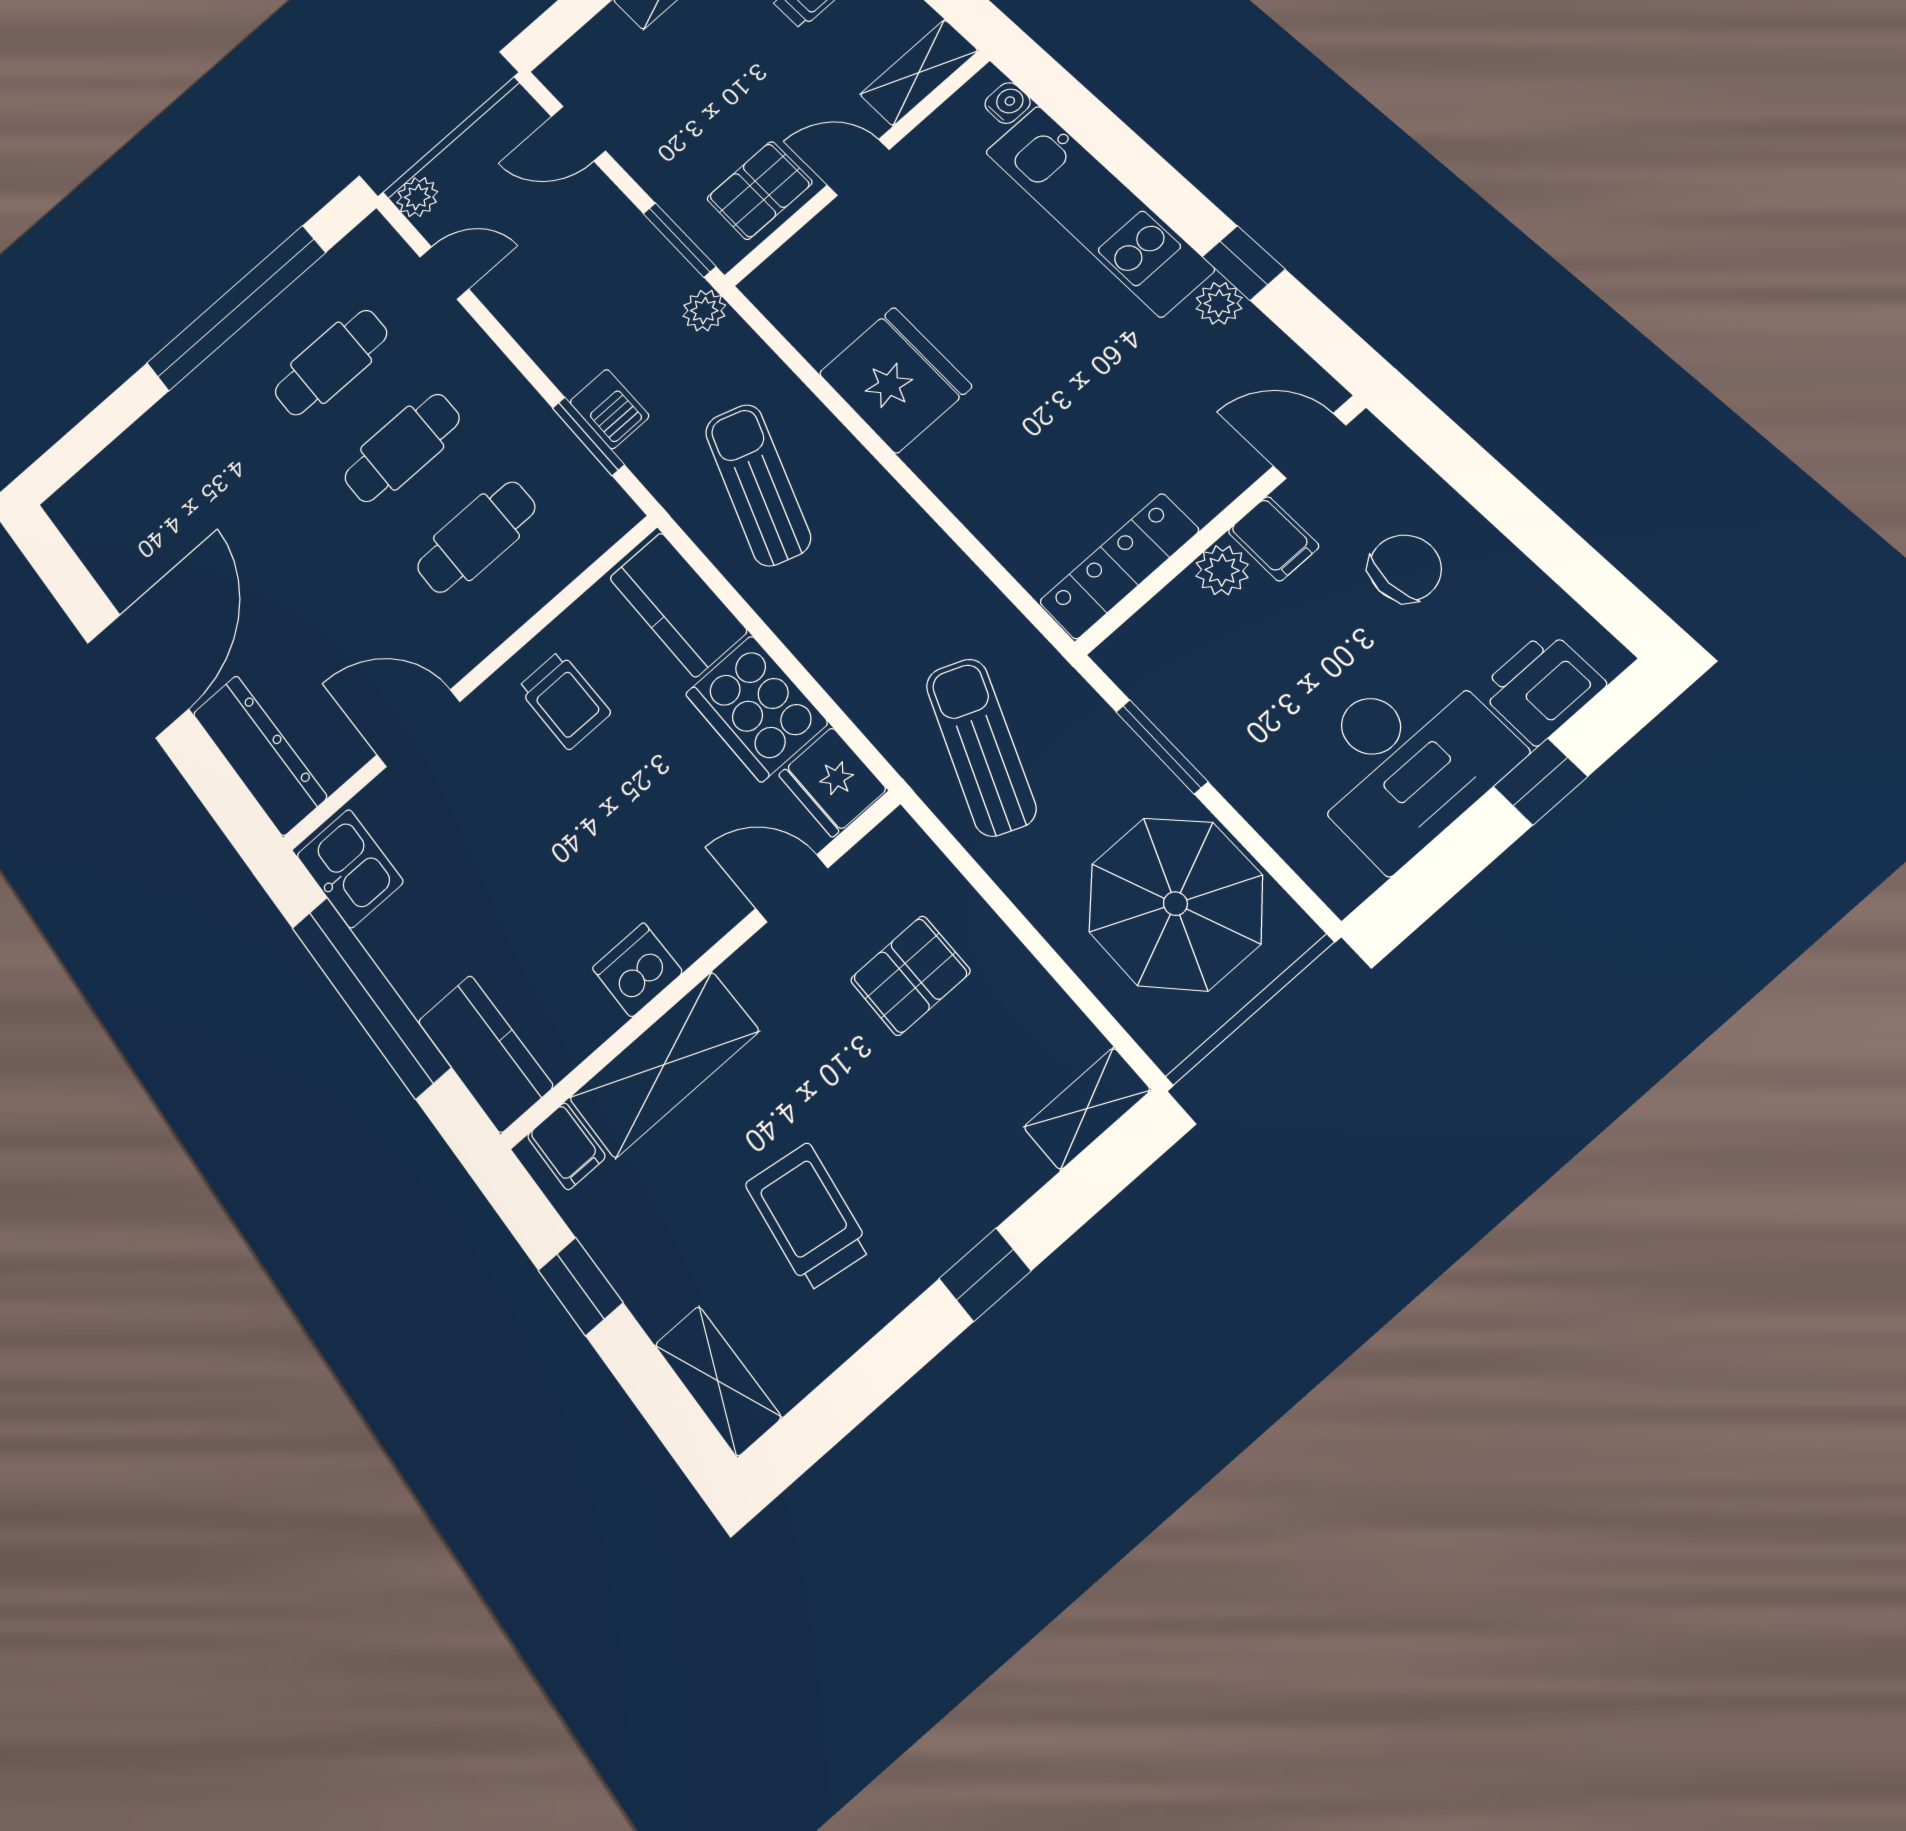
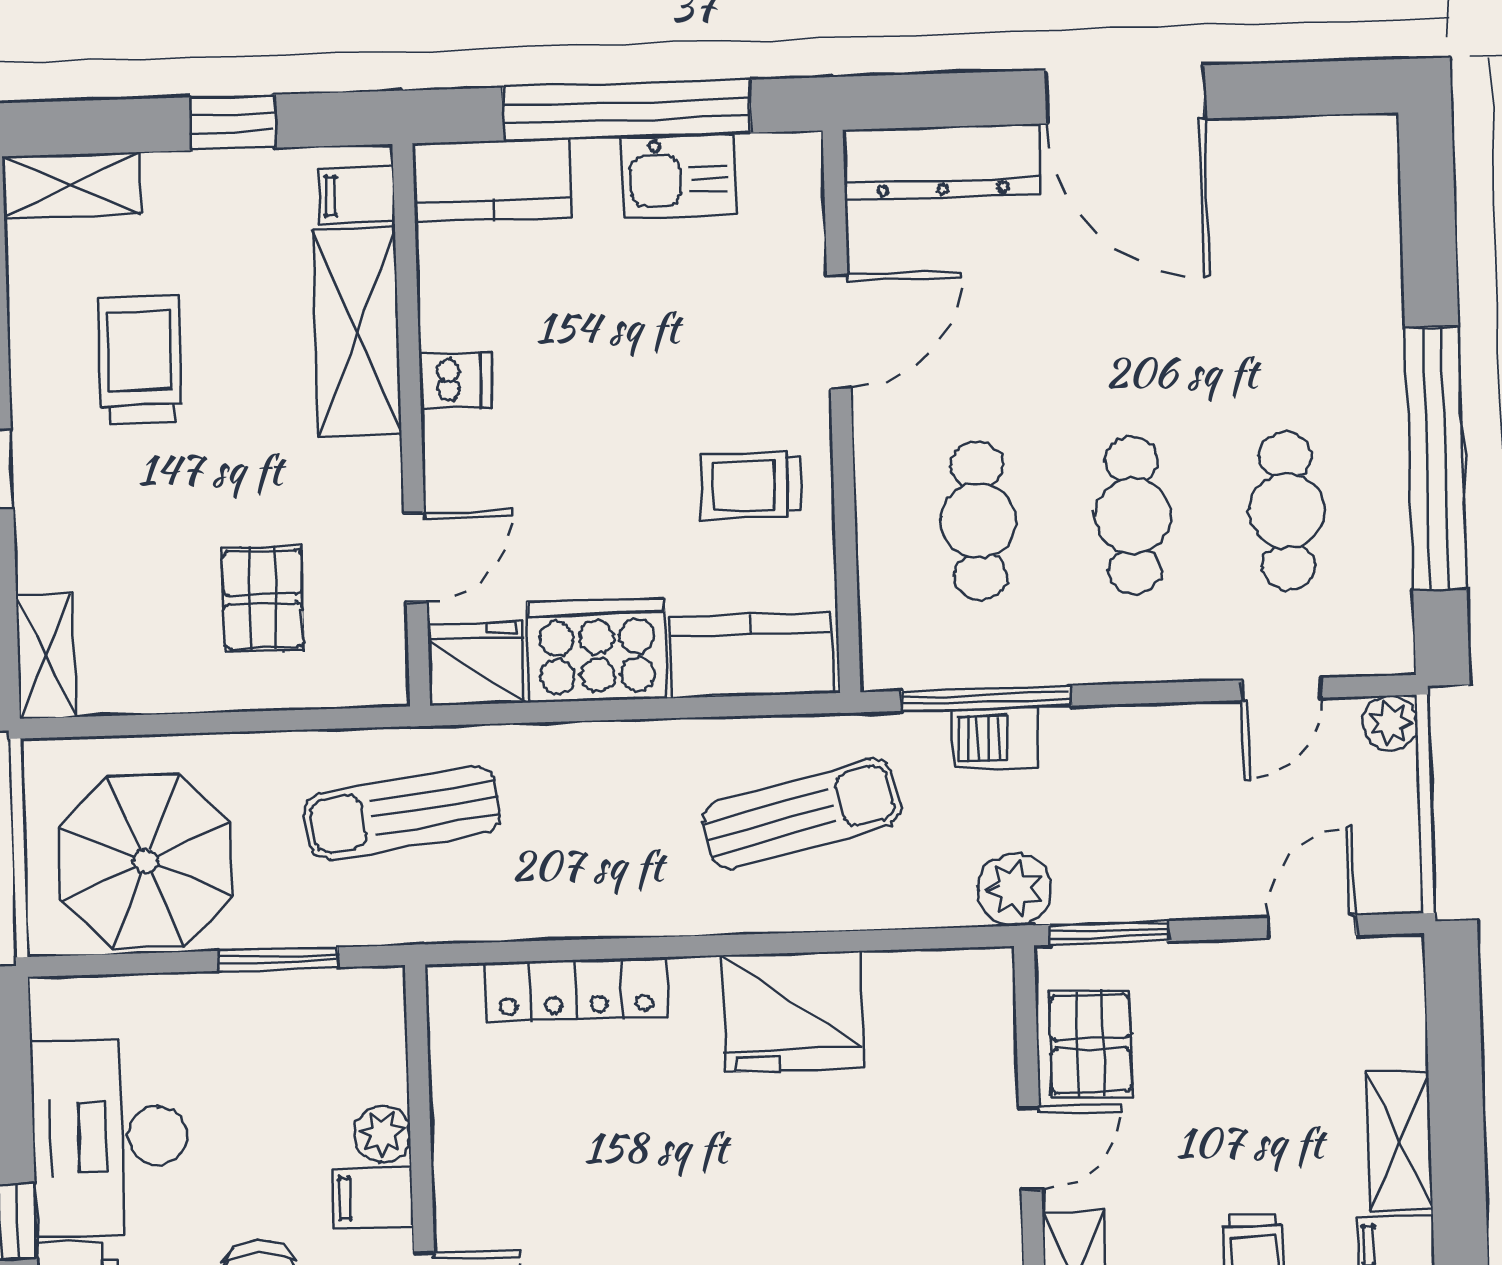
plant: (704, 311) -> (1015, 889), width x1.38, depth x1.38
window: (588, 436) -> (986, 698), width x1.44
sun lounger: (758, 485) -> (802, 814), turned -33
locker: (1119, 566) -> (576, 990), moved, turned 90
sun lounger: (981, 747) -> (402, 813), turned 150
kitchen sink: (350, 868) -> (678, 176), moved
dishwasher: (637, 970) -> (456, 380), width x0.73
trolley: (808, 1217) -> (140, 360), turned -98

